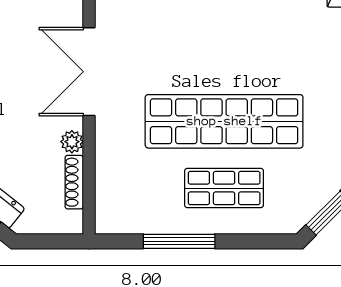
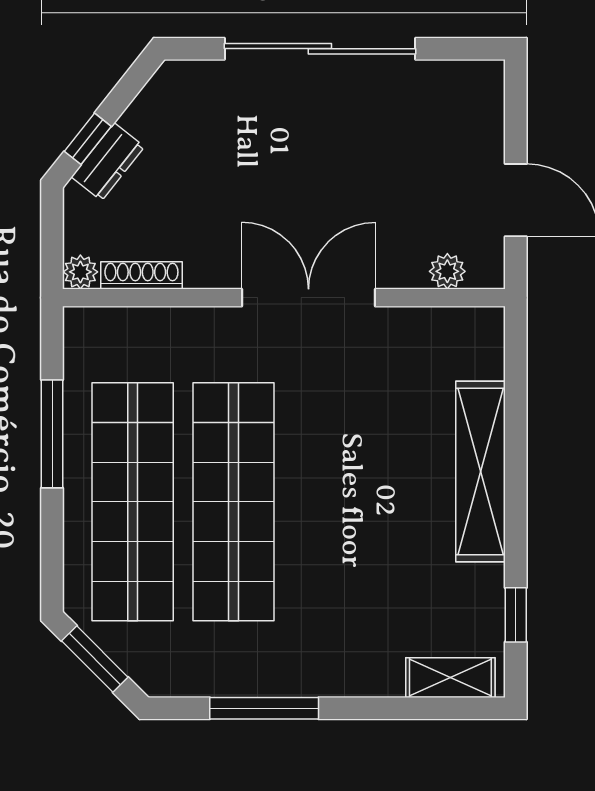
plant: (72, 142) -> (80, 272), moved
shop shelf: (224, 188) -> (133, 502), width x2.00, depth x1.36

